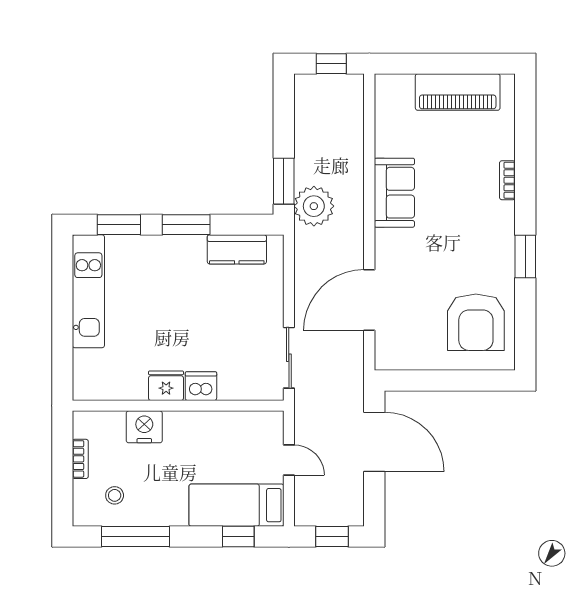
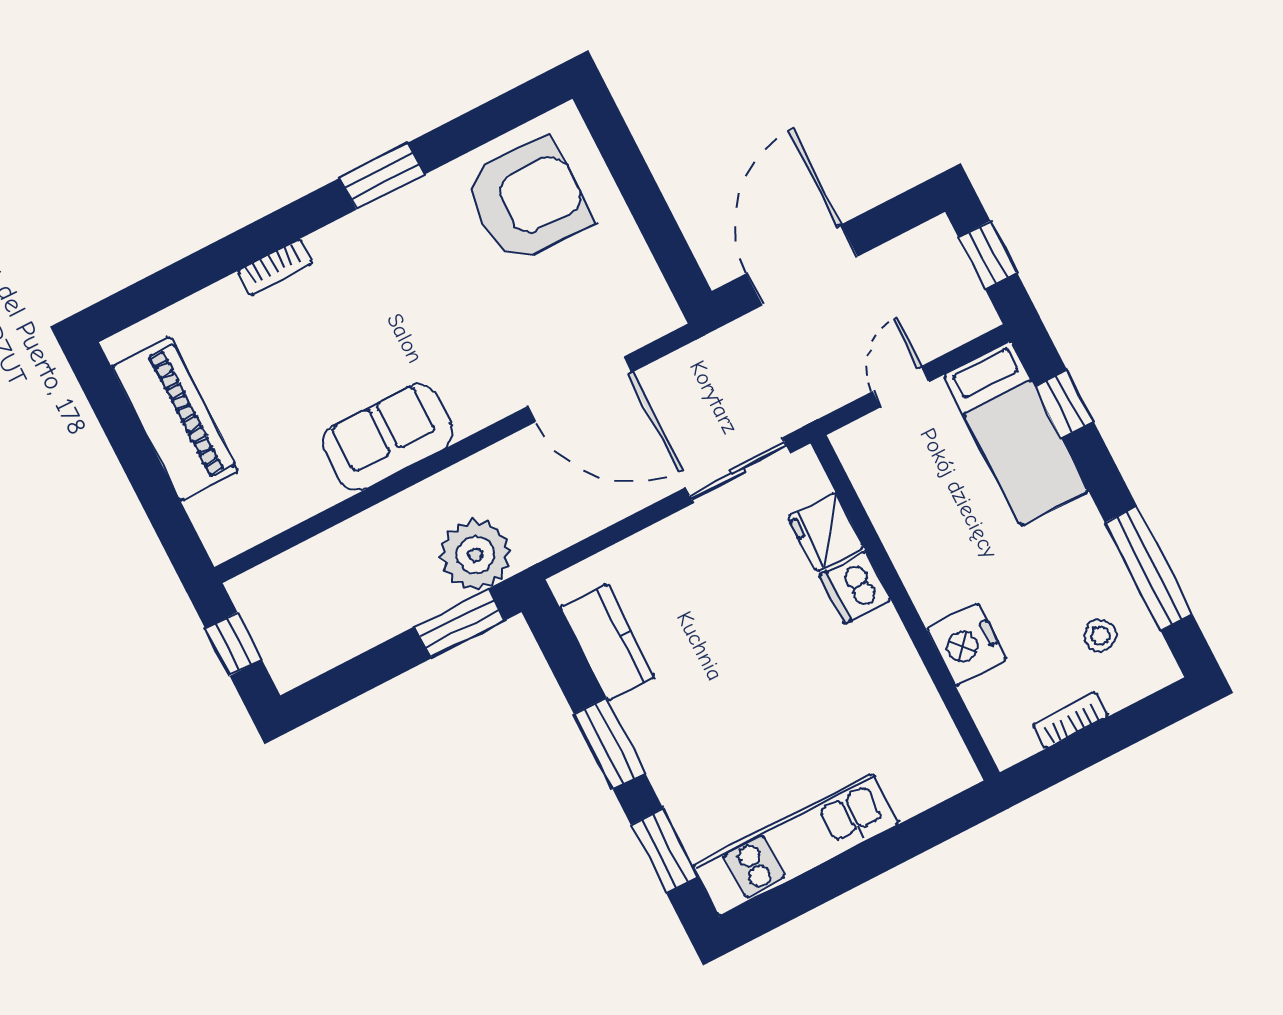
fridge: (166, 386) -> (826, 532), moved

